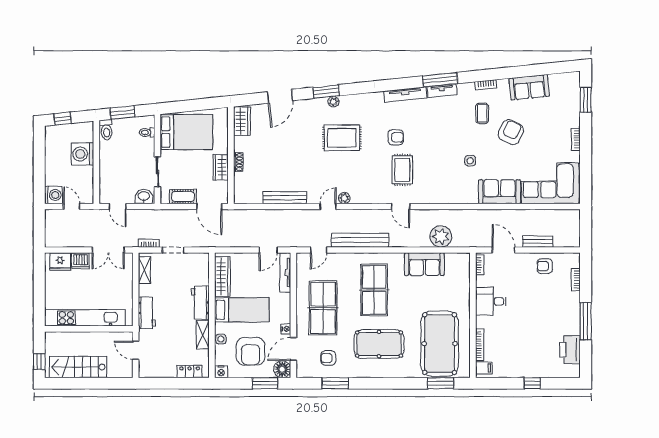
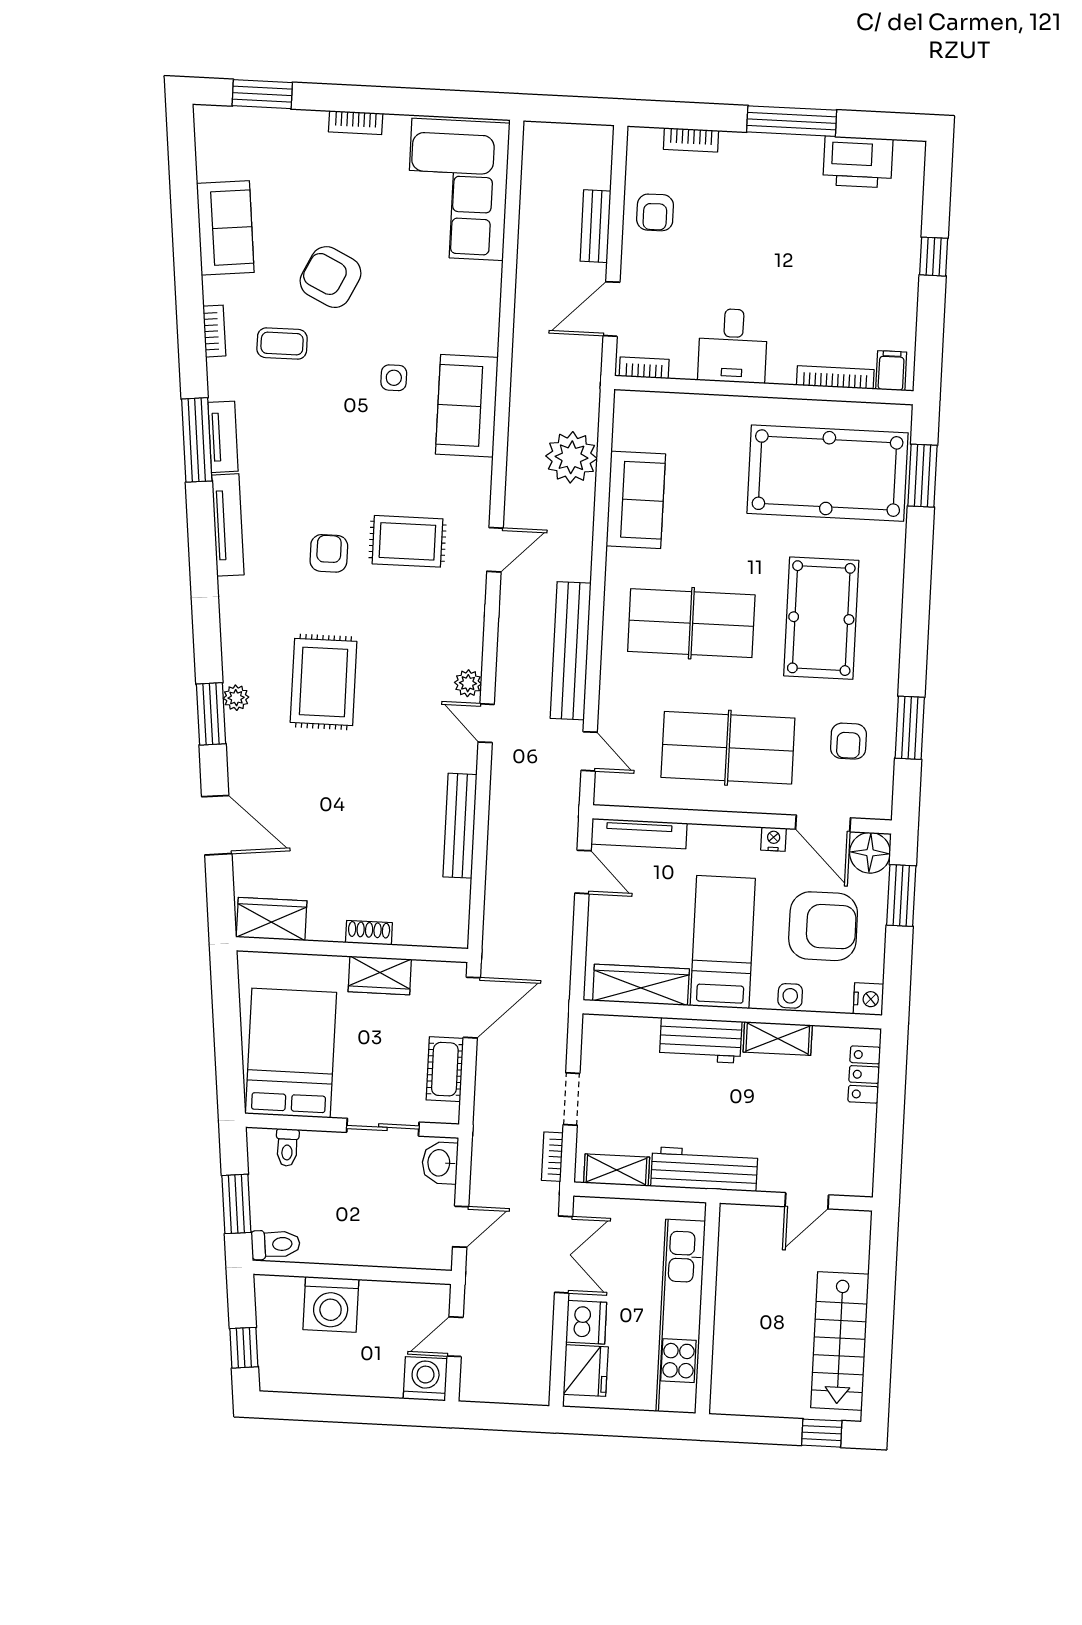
sofa: (499, 192) -> (467, 406), moved
workbench: (147, 313) -> (704, 1169), width x1.38
kitchen unit: (85, 318) -> (681, 1316), moved
wall: (89, 329) -> (708, 1308), moved

